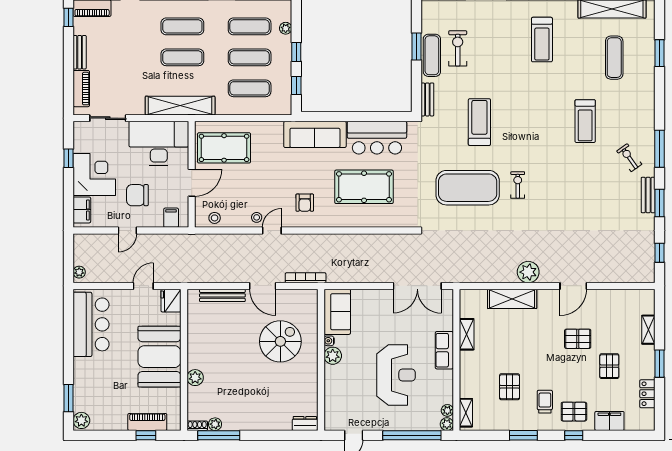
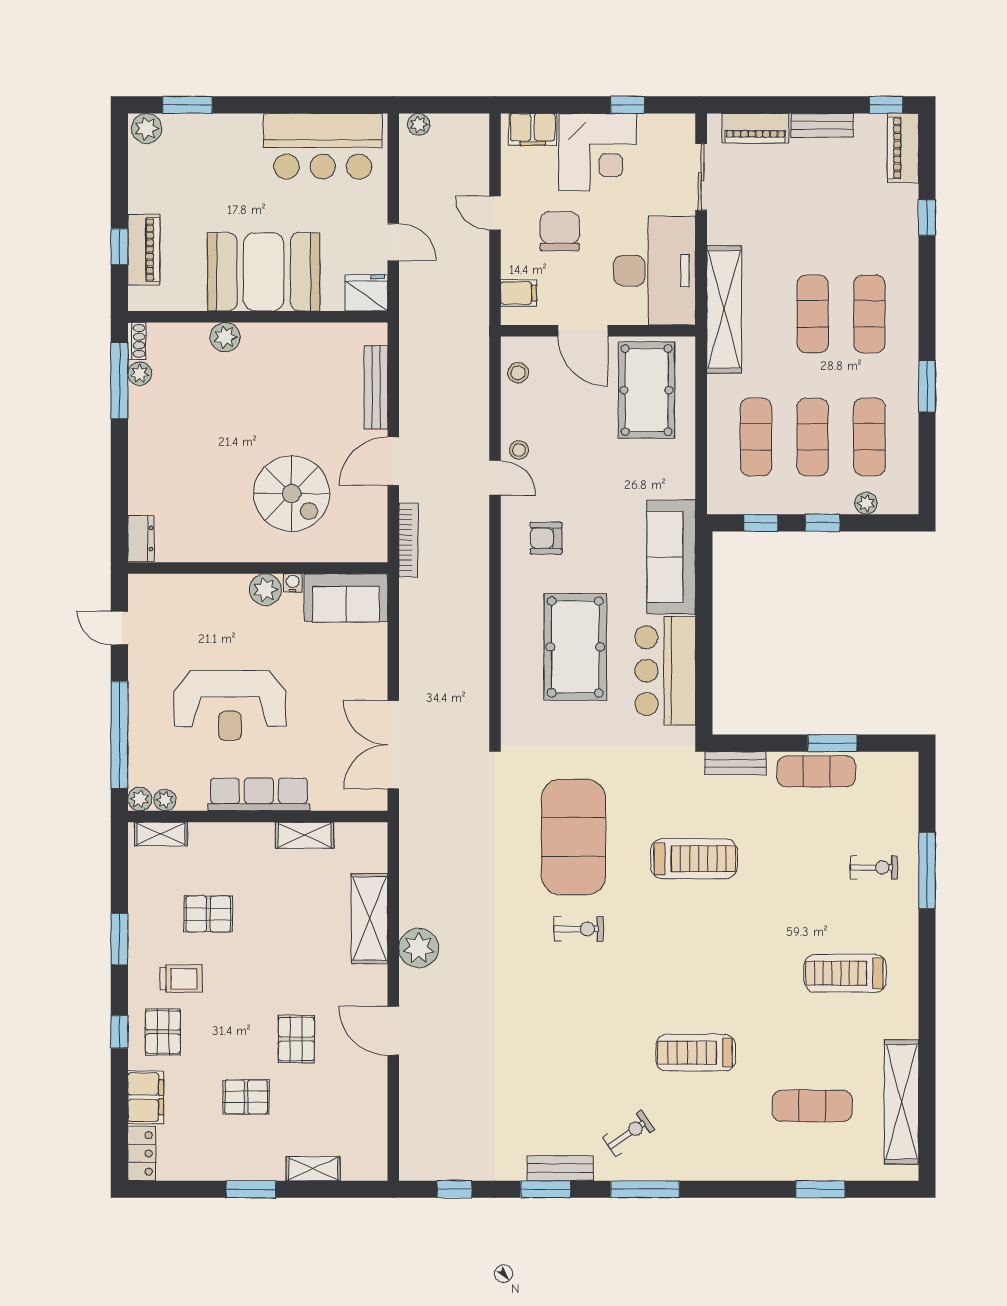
exercise bike: (458, 48) -> (874, 867), moved, width x0.73, depth x0.72
row of seats: (444, 350) -> (259, 794), width x1.48
locker: (647, 394) -> (142, 1153), moved, turned 90

